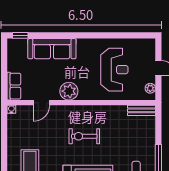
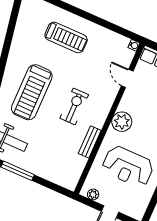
plant: (69, 91) -> (122, 122), moved
bench: (141, 110) -> (90, 142), moved

